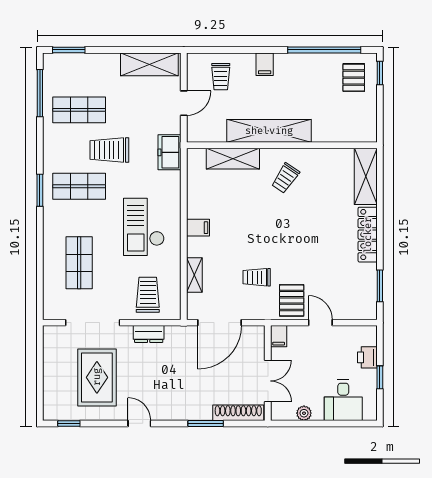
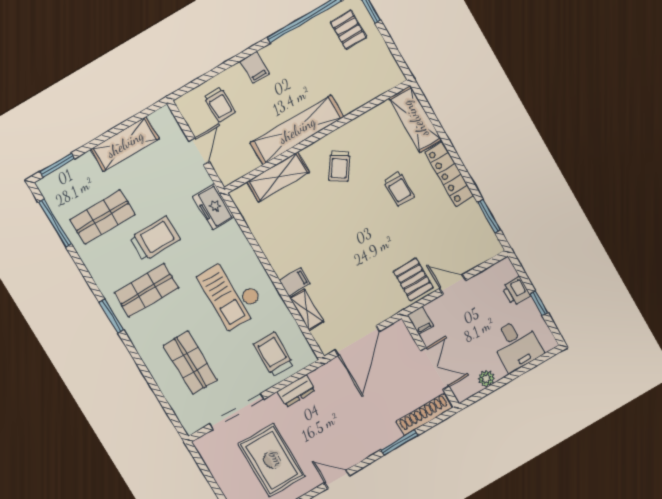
shelving: (149, 64) -> (125, 144), moved
trolley: (109, 150) -> (155, 239), turned 180
filing cabinet: (198, 228) -> (295, 282), moved
trolley: (257, 277) -> (399, 189), moved, turned -90

